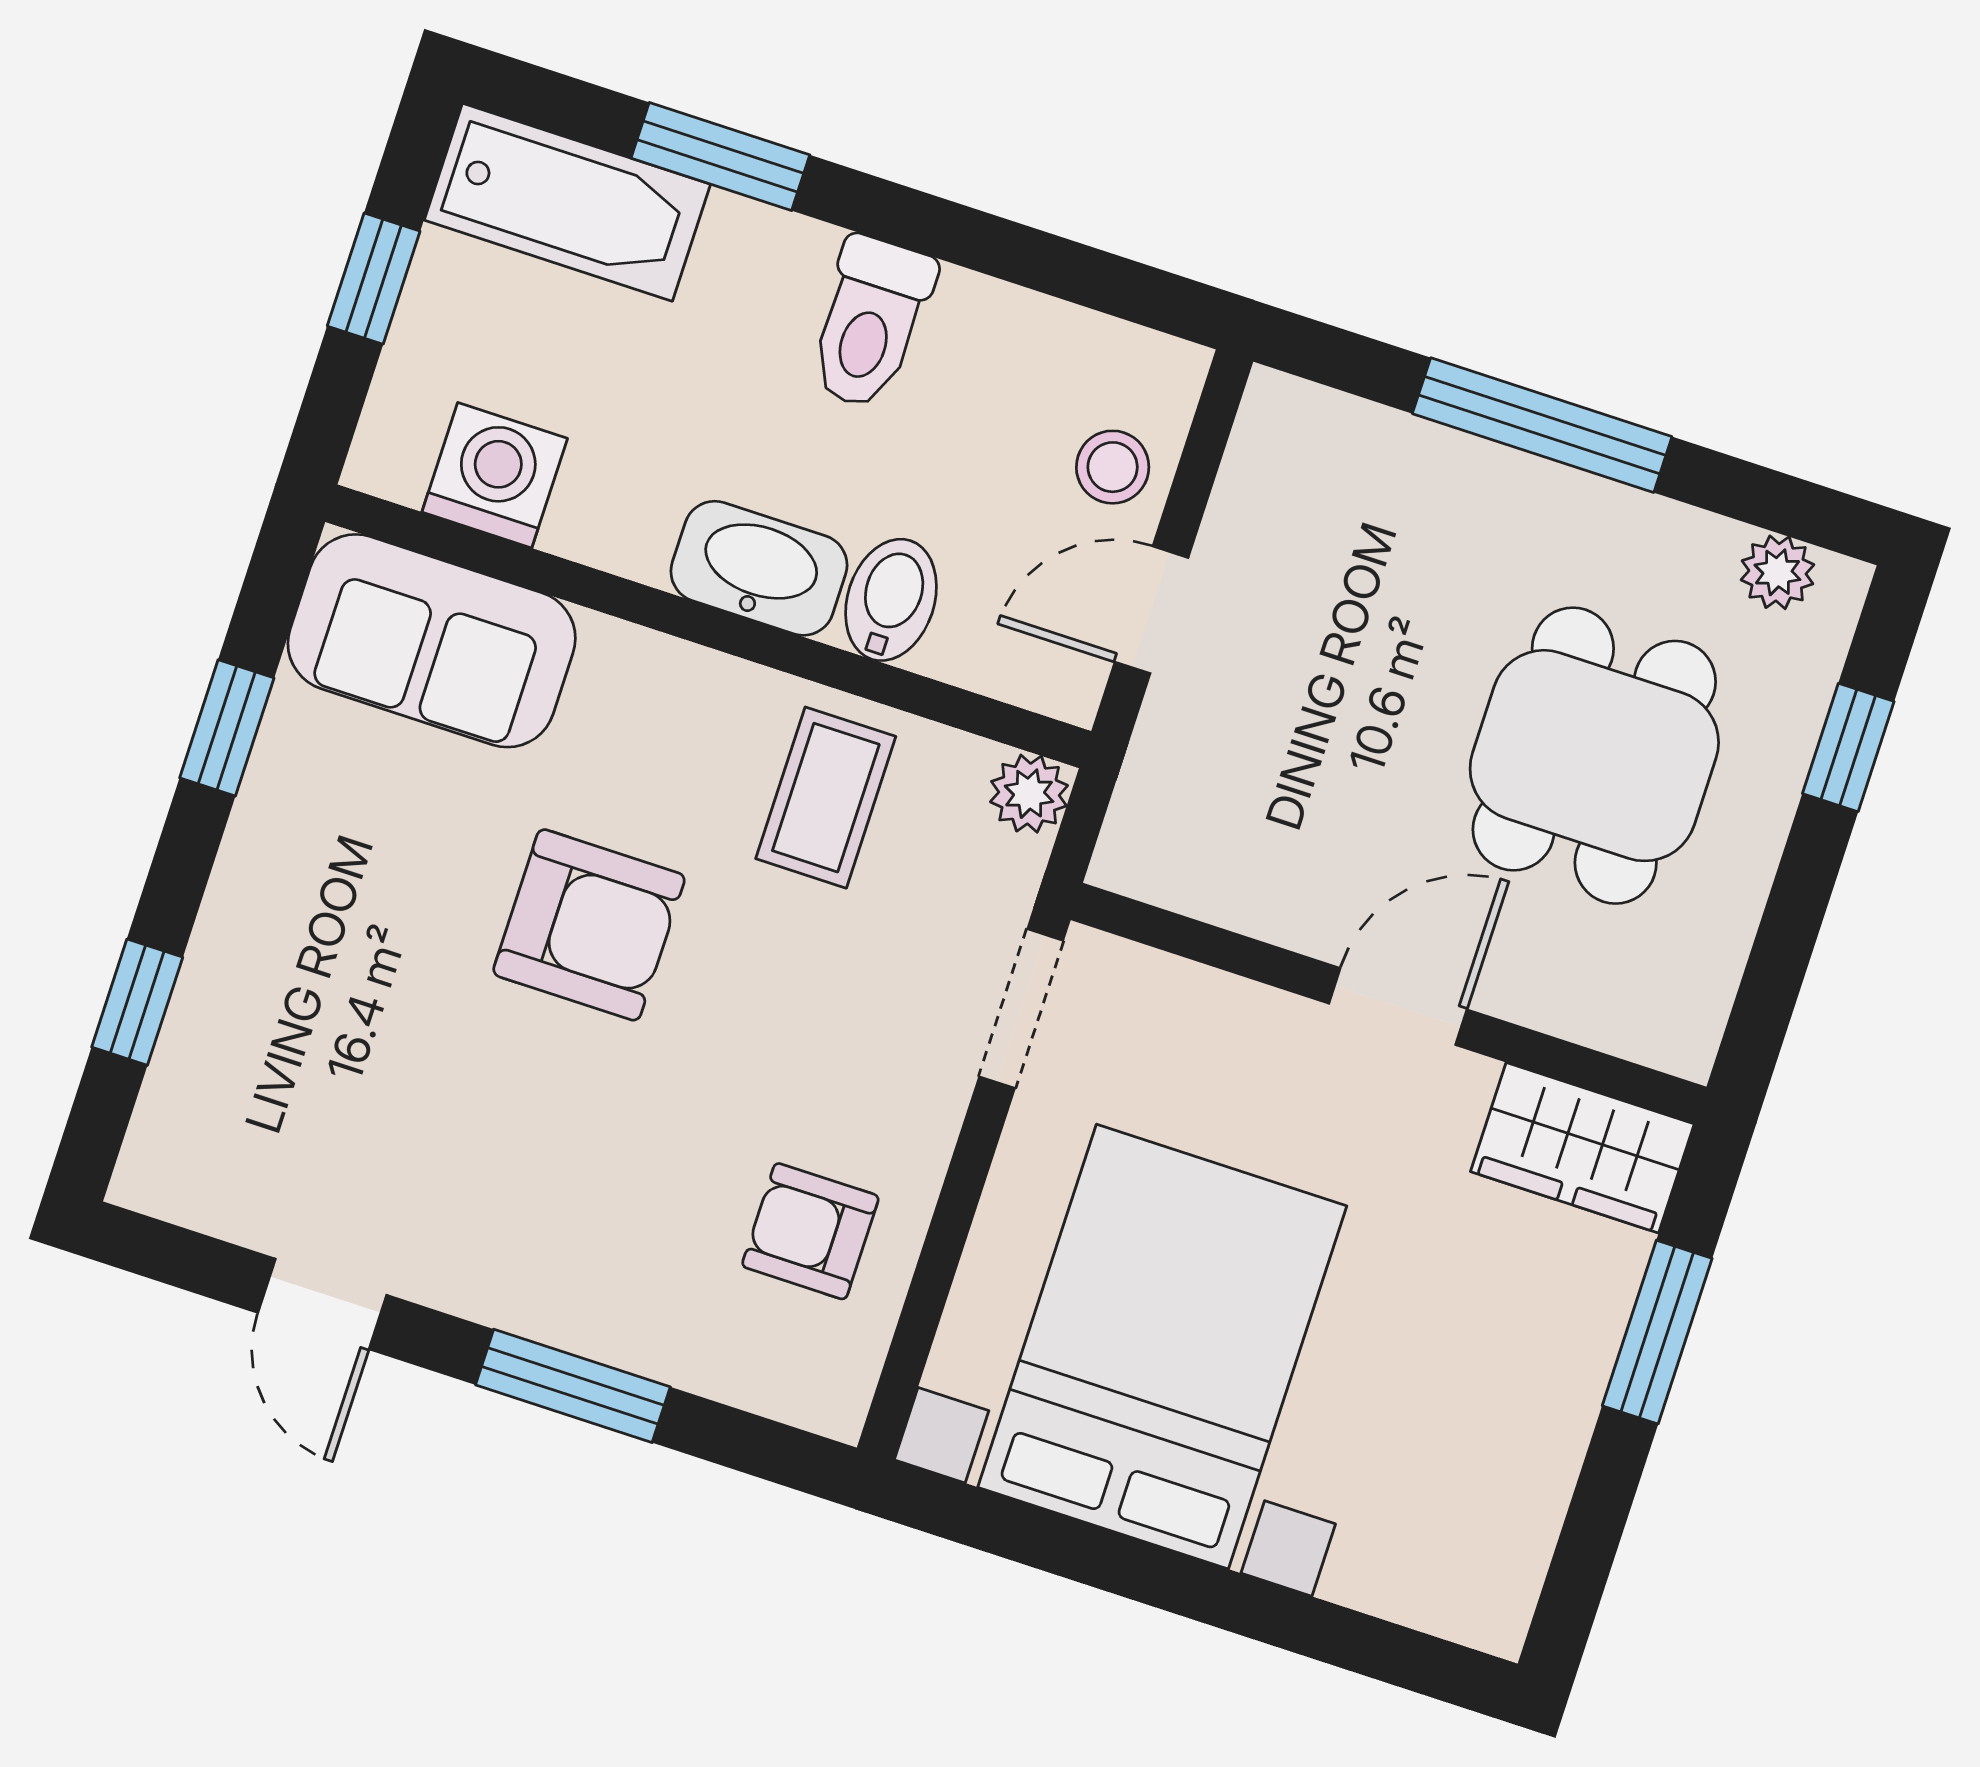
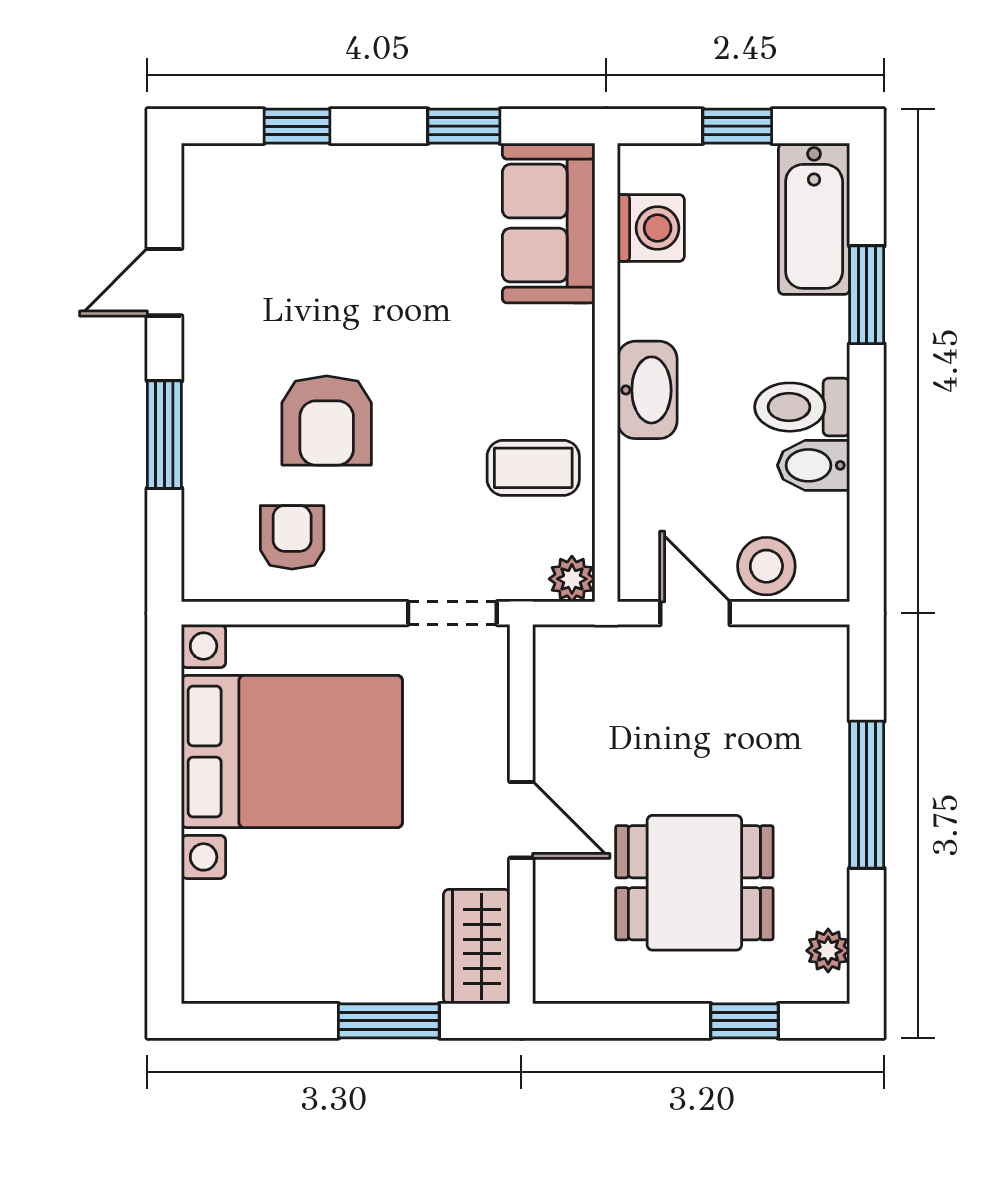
stool: (1113, 467) -> (766, 566), width x1.37, depth x1.37
bidet: (891, 600) -> (814, 465), moved, turned 180
armchair: (589, 925) -> (327, 420), moved

